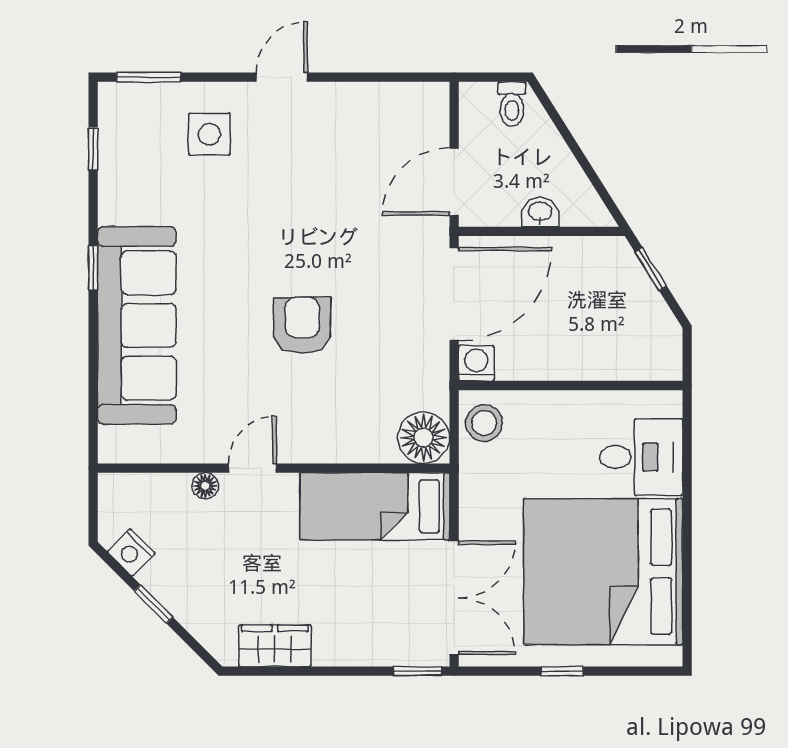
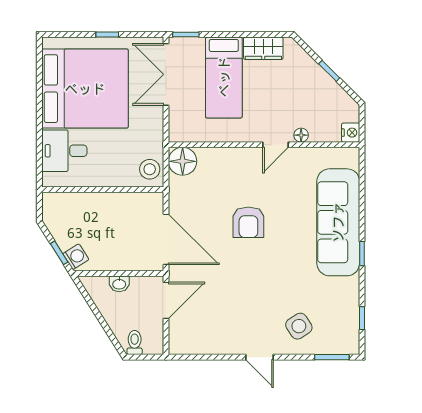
door: (282, 77) -> (260, 357), hinge flipped
side table: (209, 134) -> (299, 326), turned -33
door: (454, 294) -> (166, 239), swing flipped
washing machine: (476, 363) -> (76, 257), moved, turned -122
bed: (375, 506) -> (224, 77), moved, turned 90
nightstand: (131, 552) -> (351, 133), moved, turned 45

